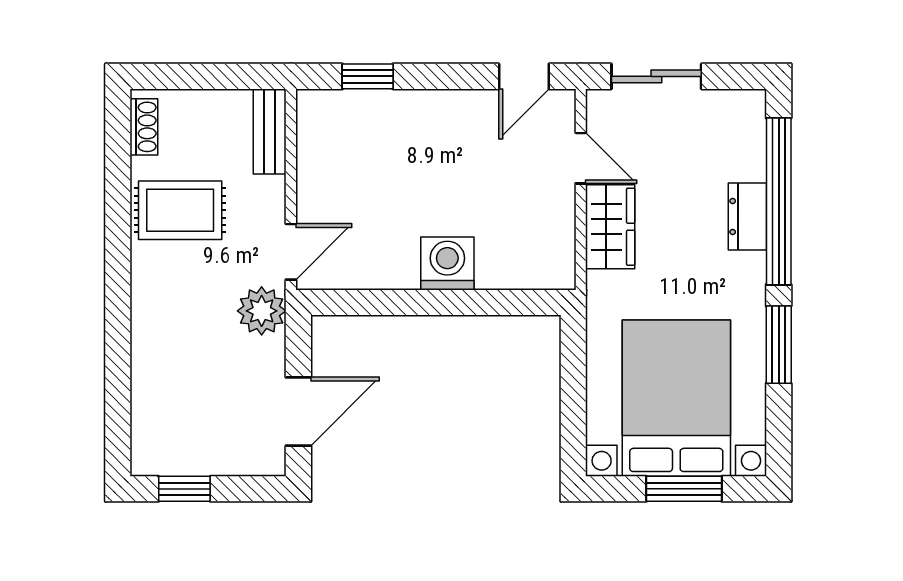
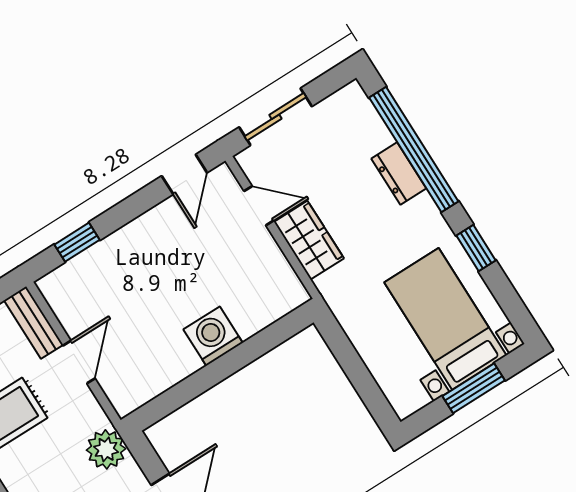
door: (291, 252) -> (79, 362), moved
window: (779, 345) -> (476, 248), width x0.67
bed with nightstands: (676, 398) -> (445, 319), width x0.73

